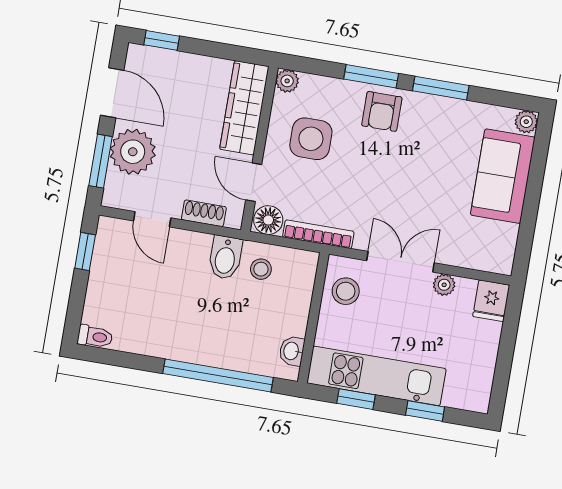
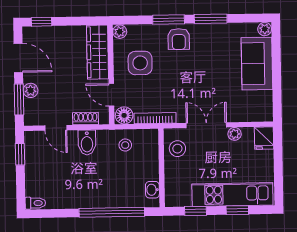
plant: (133, 152) -> (31, 90), width x0.53, depth x0.53
bidet: (225, 258) -> (87, 142), moved
kitchen unit: (376, 376) -> (232, 194), moved

